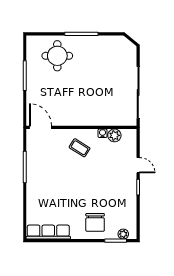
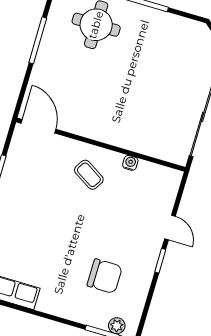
plant: (114, 135) -> (147, 172), removed
chair: (95, 222) -> (105, 276), moved, turned -90

